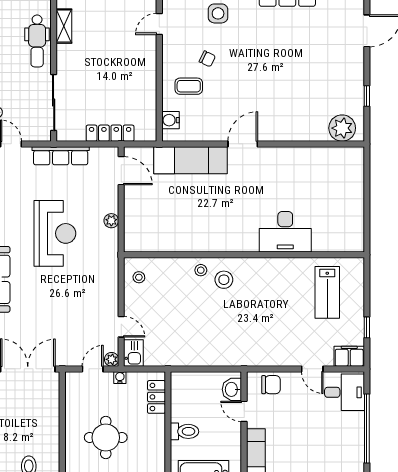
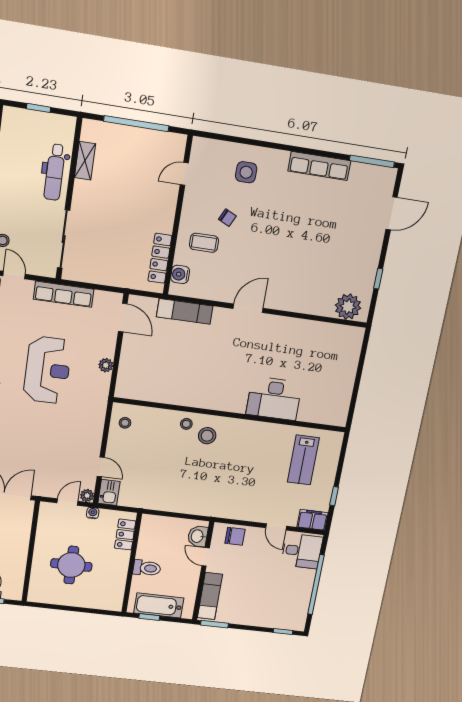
locker: (110, 133) -> (160, 258), moved, turned -90
exam couch: (190, 160) -> (185, 311), width x0.73, depth x0.69

